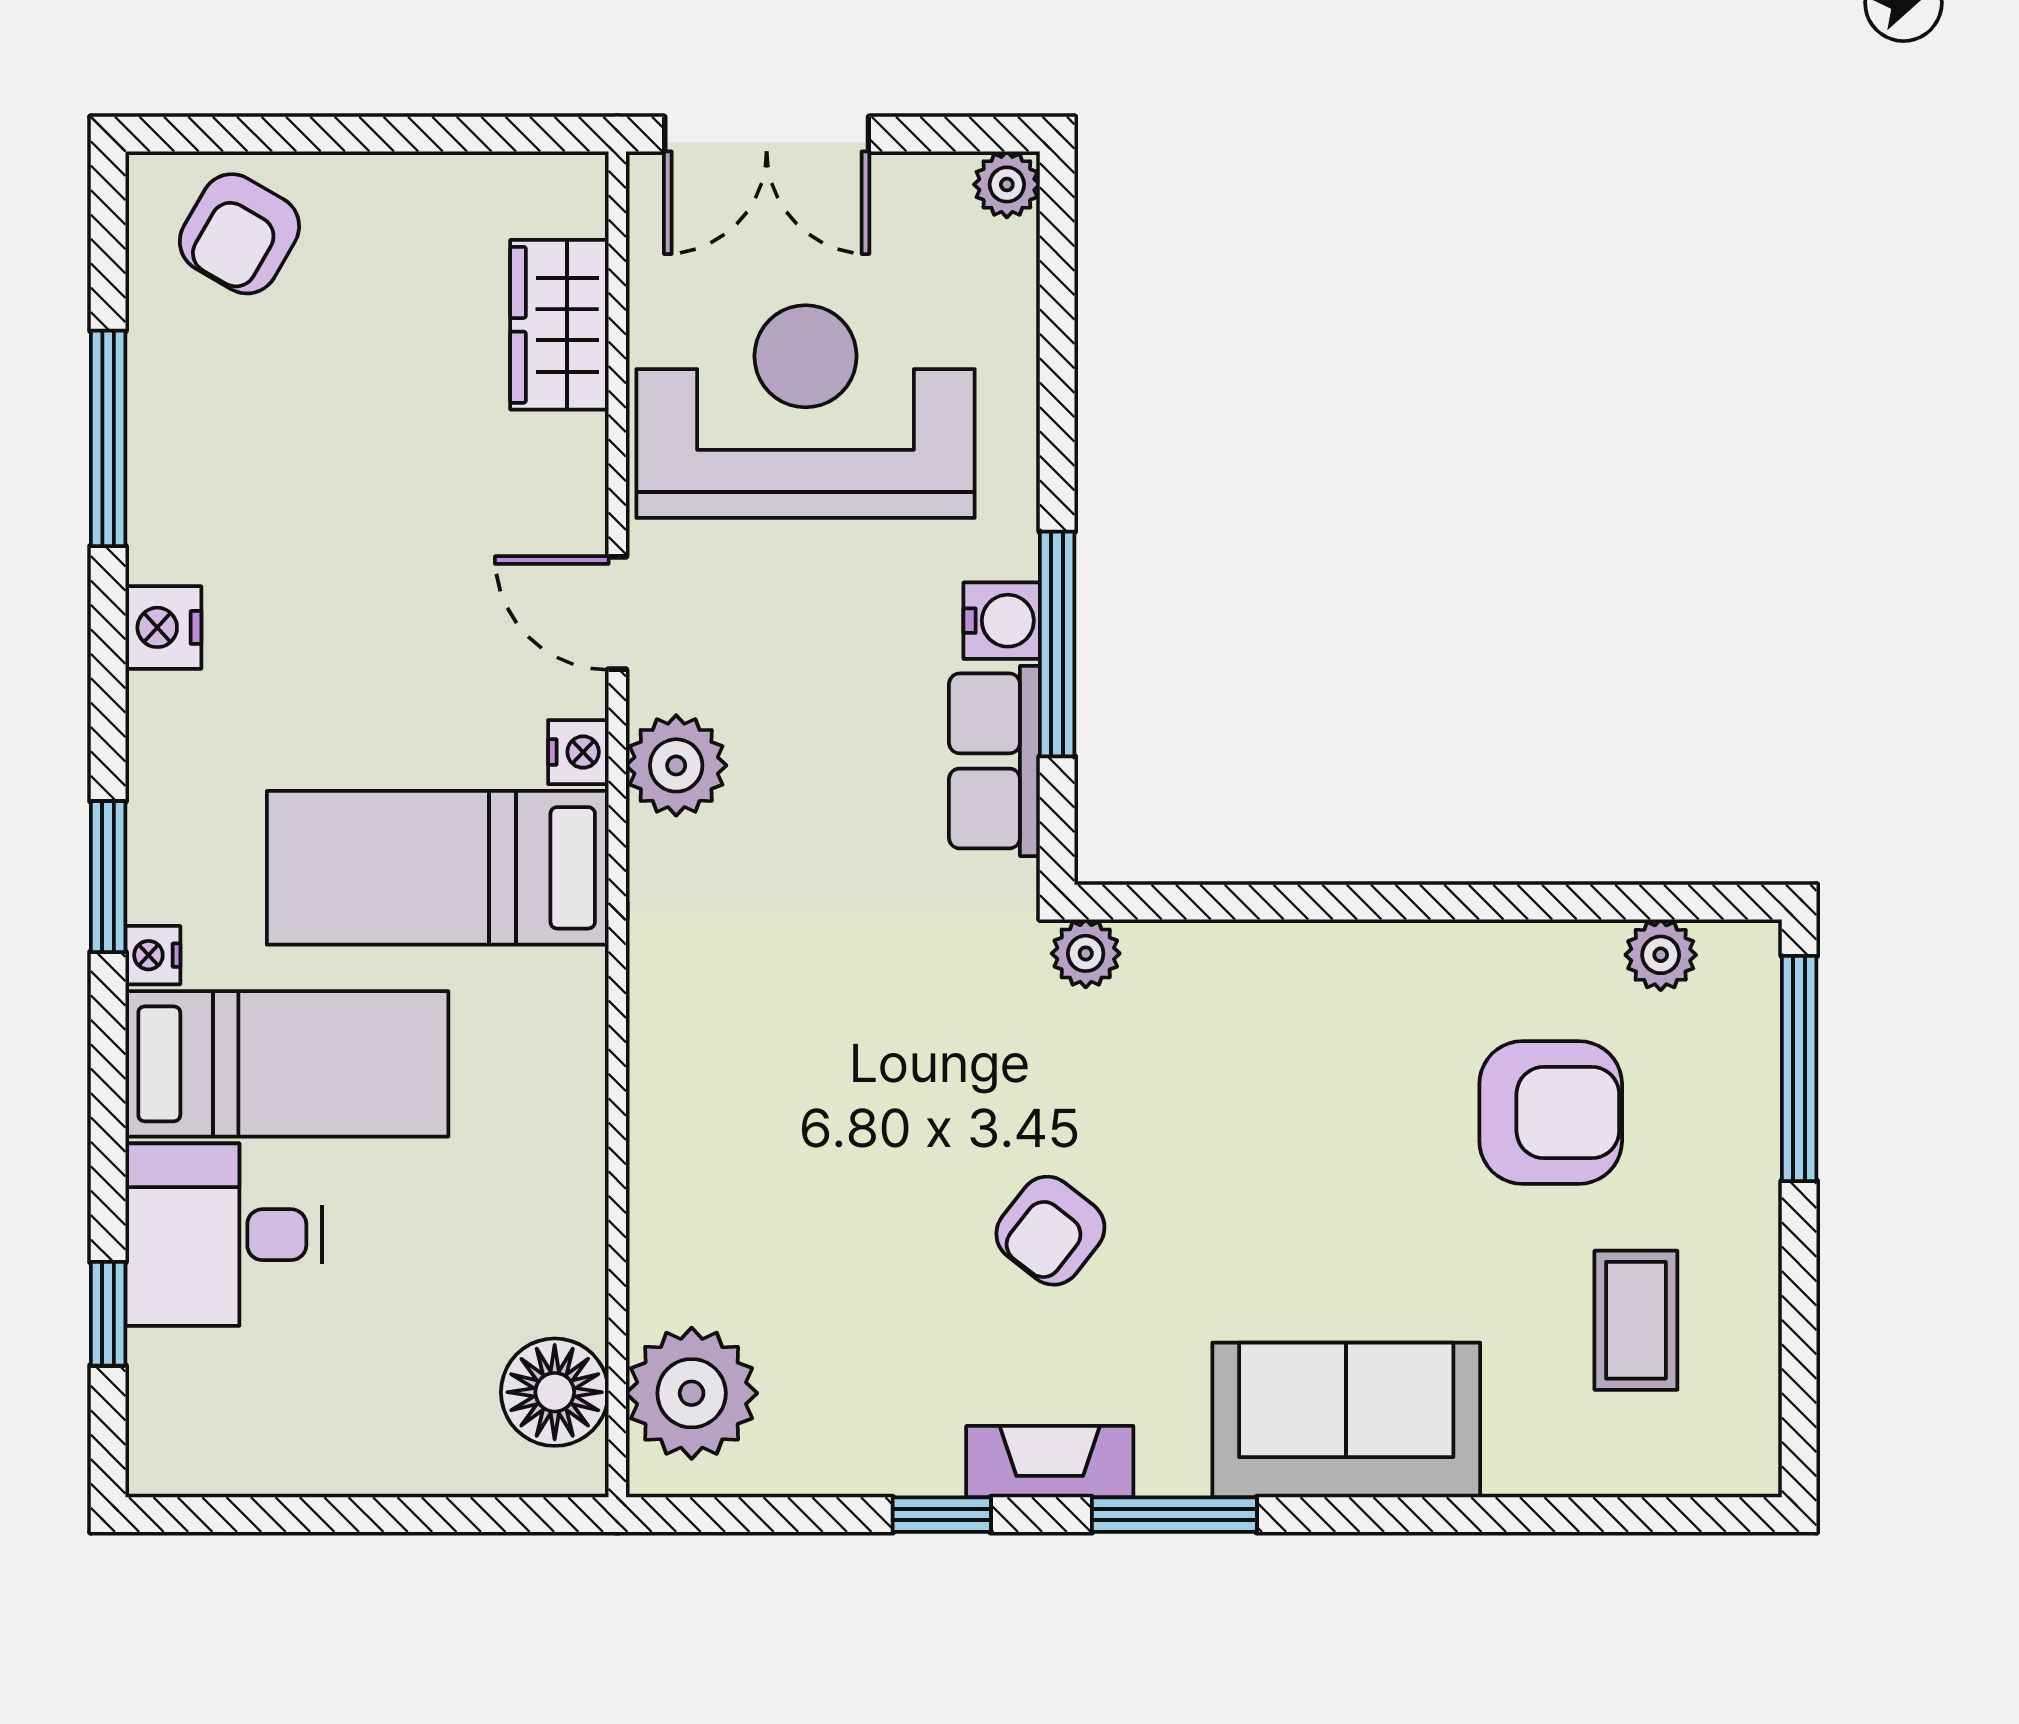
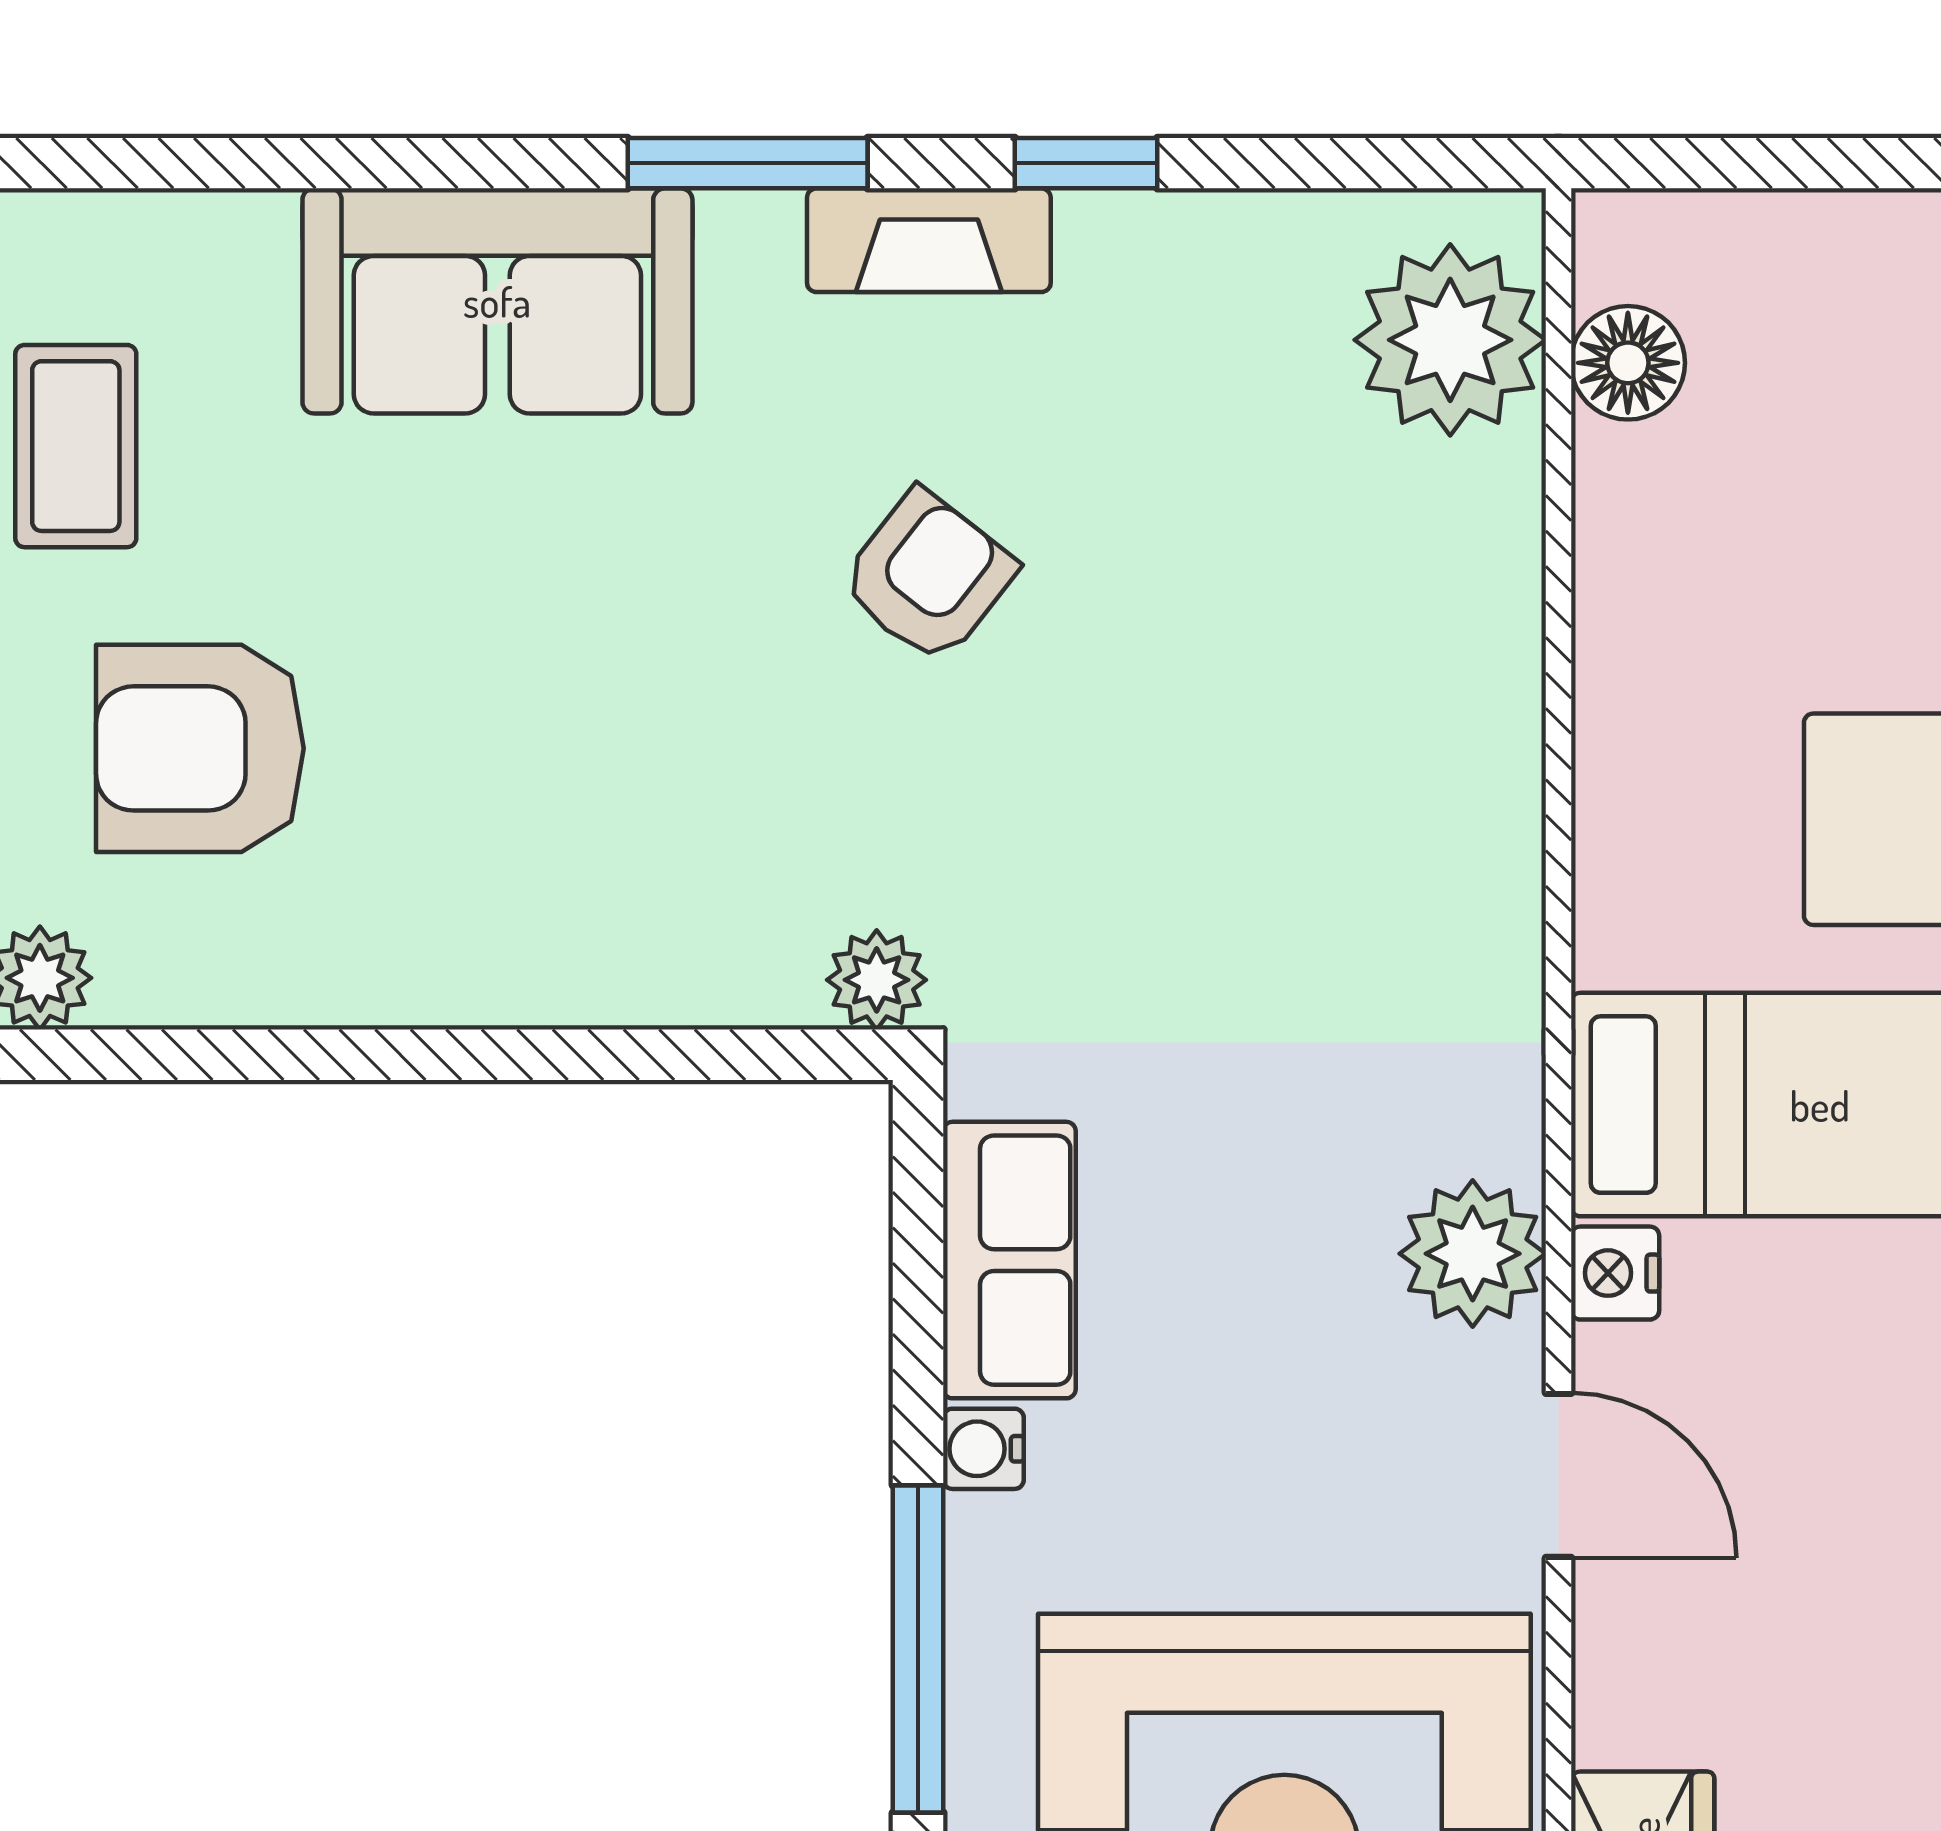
water cooler: (1002, 621) -> (983, 1449), width x0.72, depth x0.72
window: (1057, 644) -> (918, 1649), moved
floor lamp: (555, 1392) -> (1628, 363), width x0.73, depth x0.73

